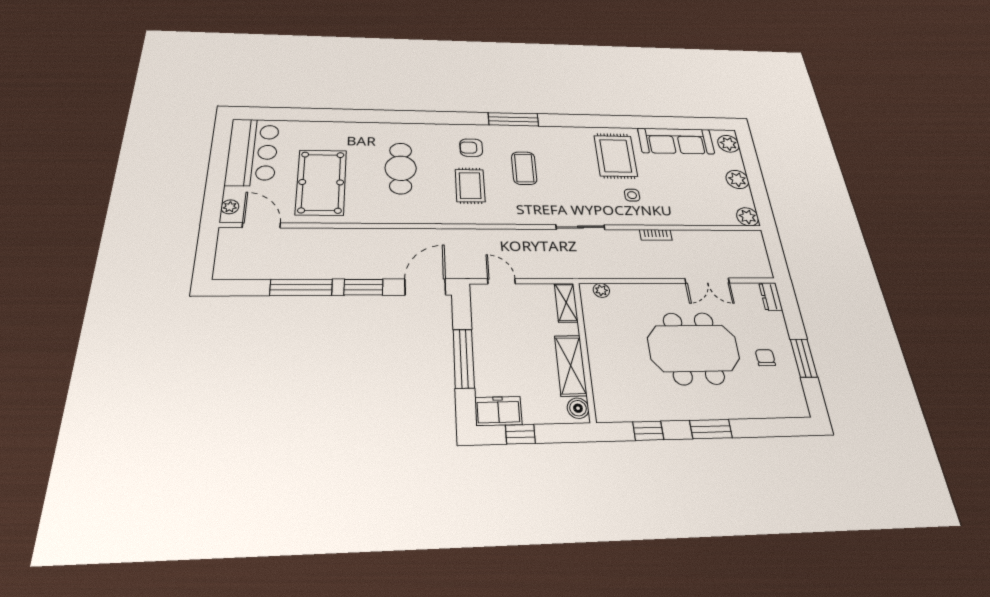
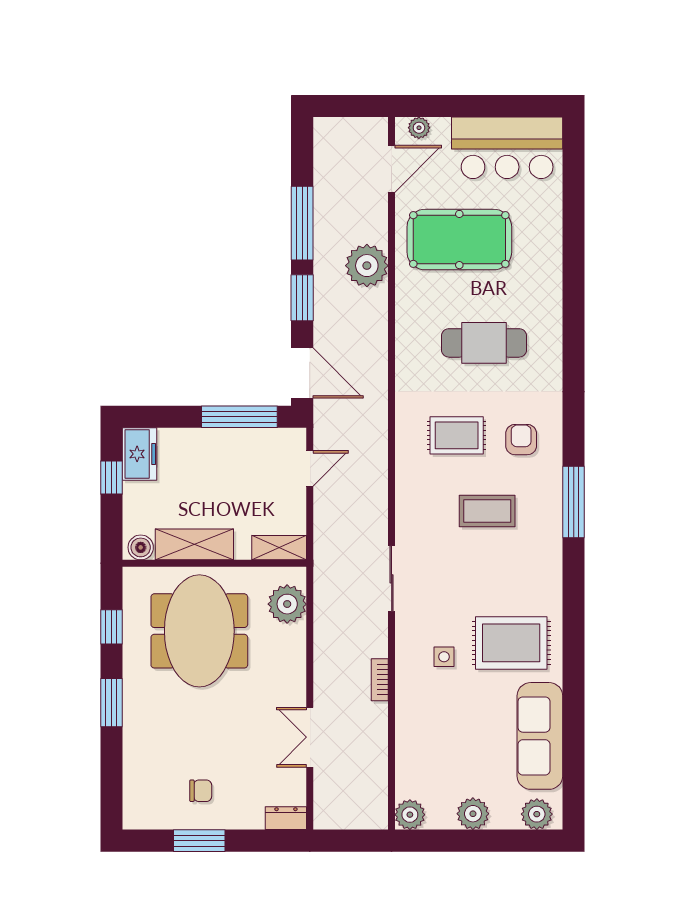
plant: (339, 242) -> (367, 266), added
plant: (601, 290) -> (287, 604), width x1.88, depth x1.88
meeting table: (693, 348) -> (199, 631), moved
window: (464, 358) -> (239, 417), moved

